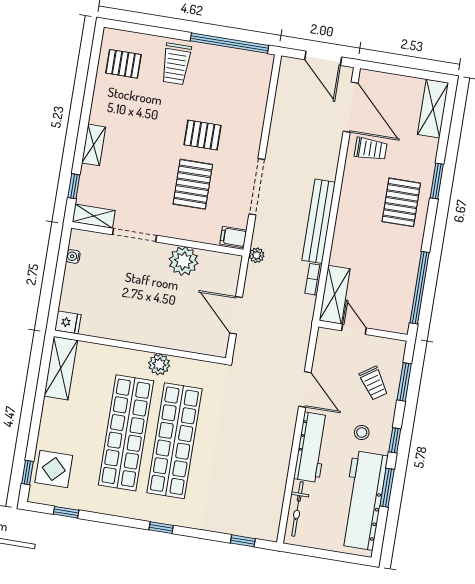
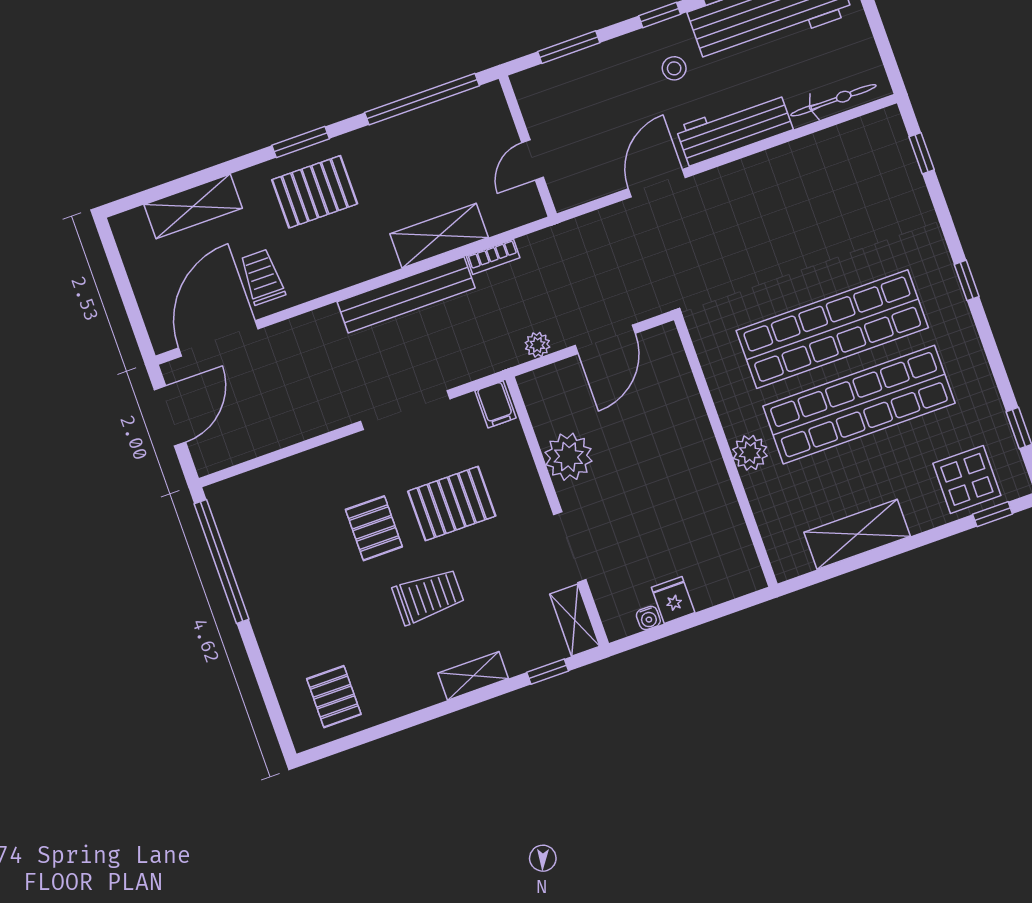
trolley: (176, 64) -> (428, 596), moved
shelving: (433, 109) -> (193, 206), moved
window: (437, 181) -> (301, 142), moved
plant: (257, 255) -> (537, 345), moved
shelving: (335, 295) -> (439, 236), moved
fridge: (68, 322) -> (673, 600), moved
plant: (159, 364) -> (750, 453), moved
shelving: (61, 368) -> (857, 534), moved
trolley: (374, 383) -> (594, 90), removed

